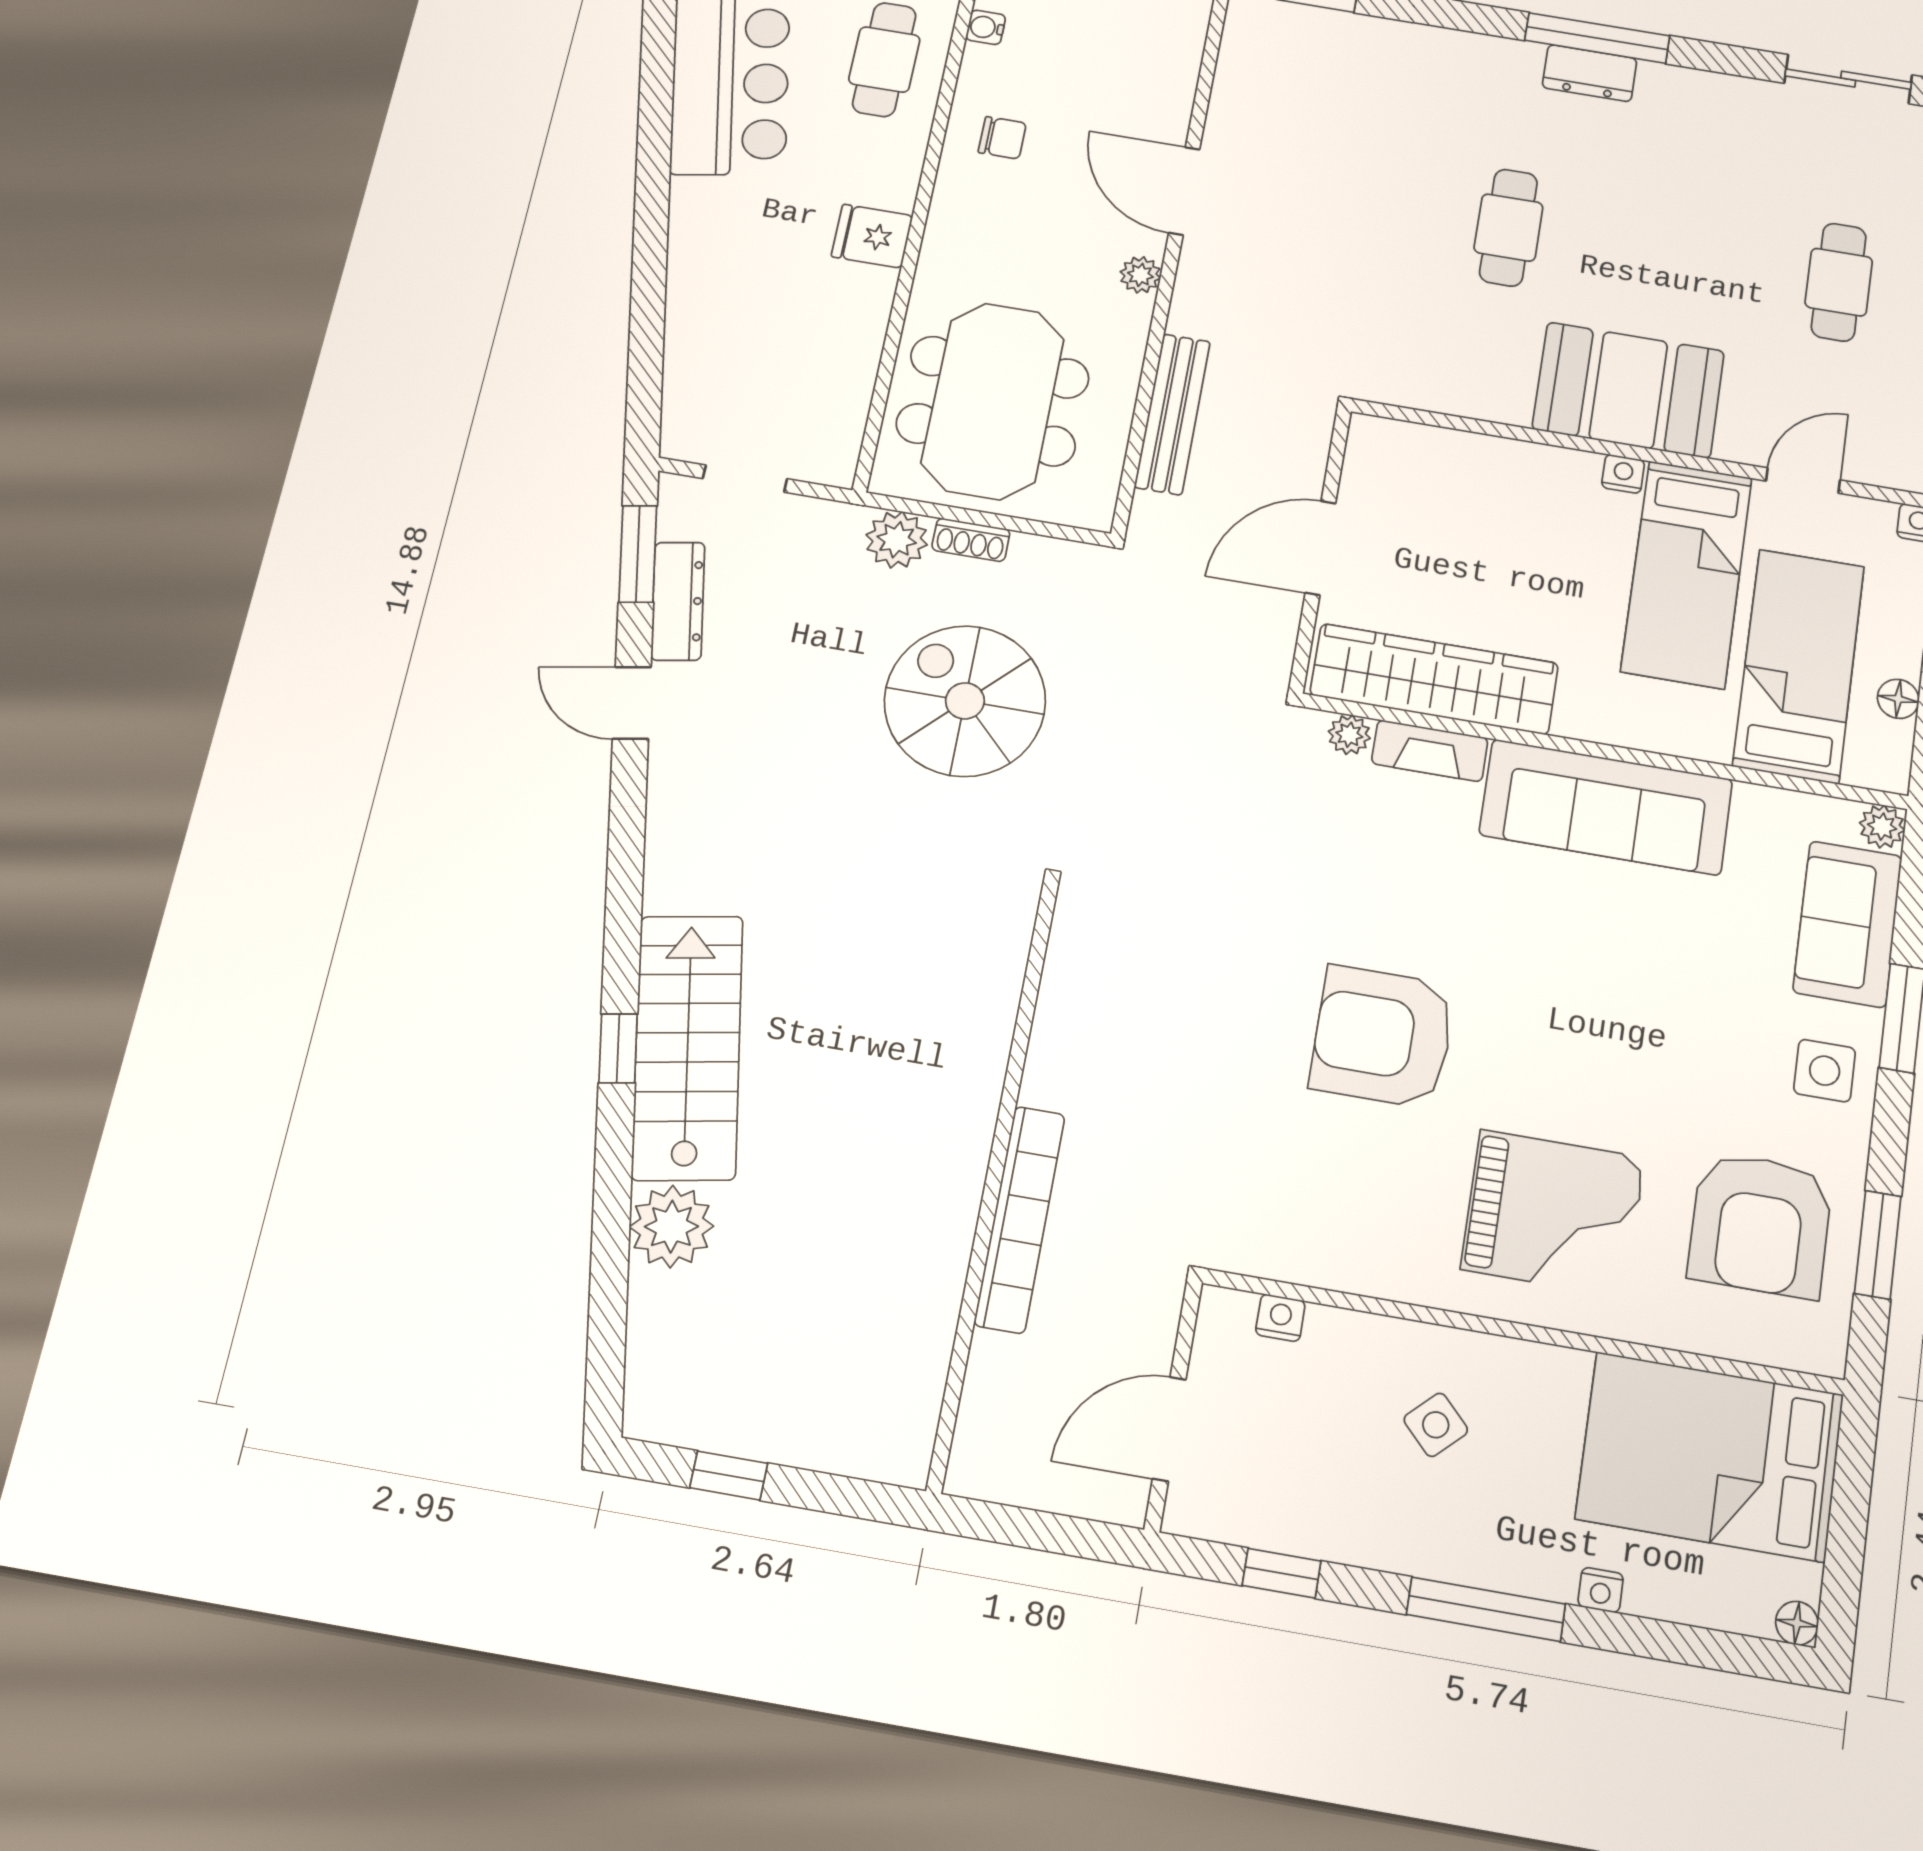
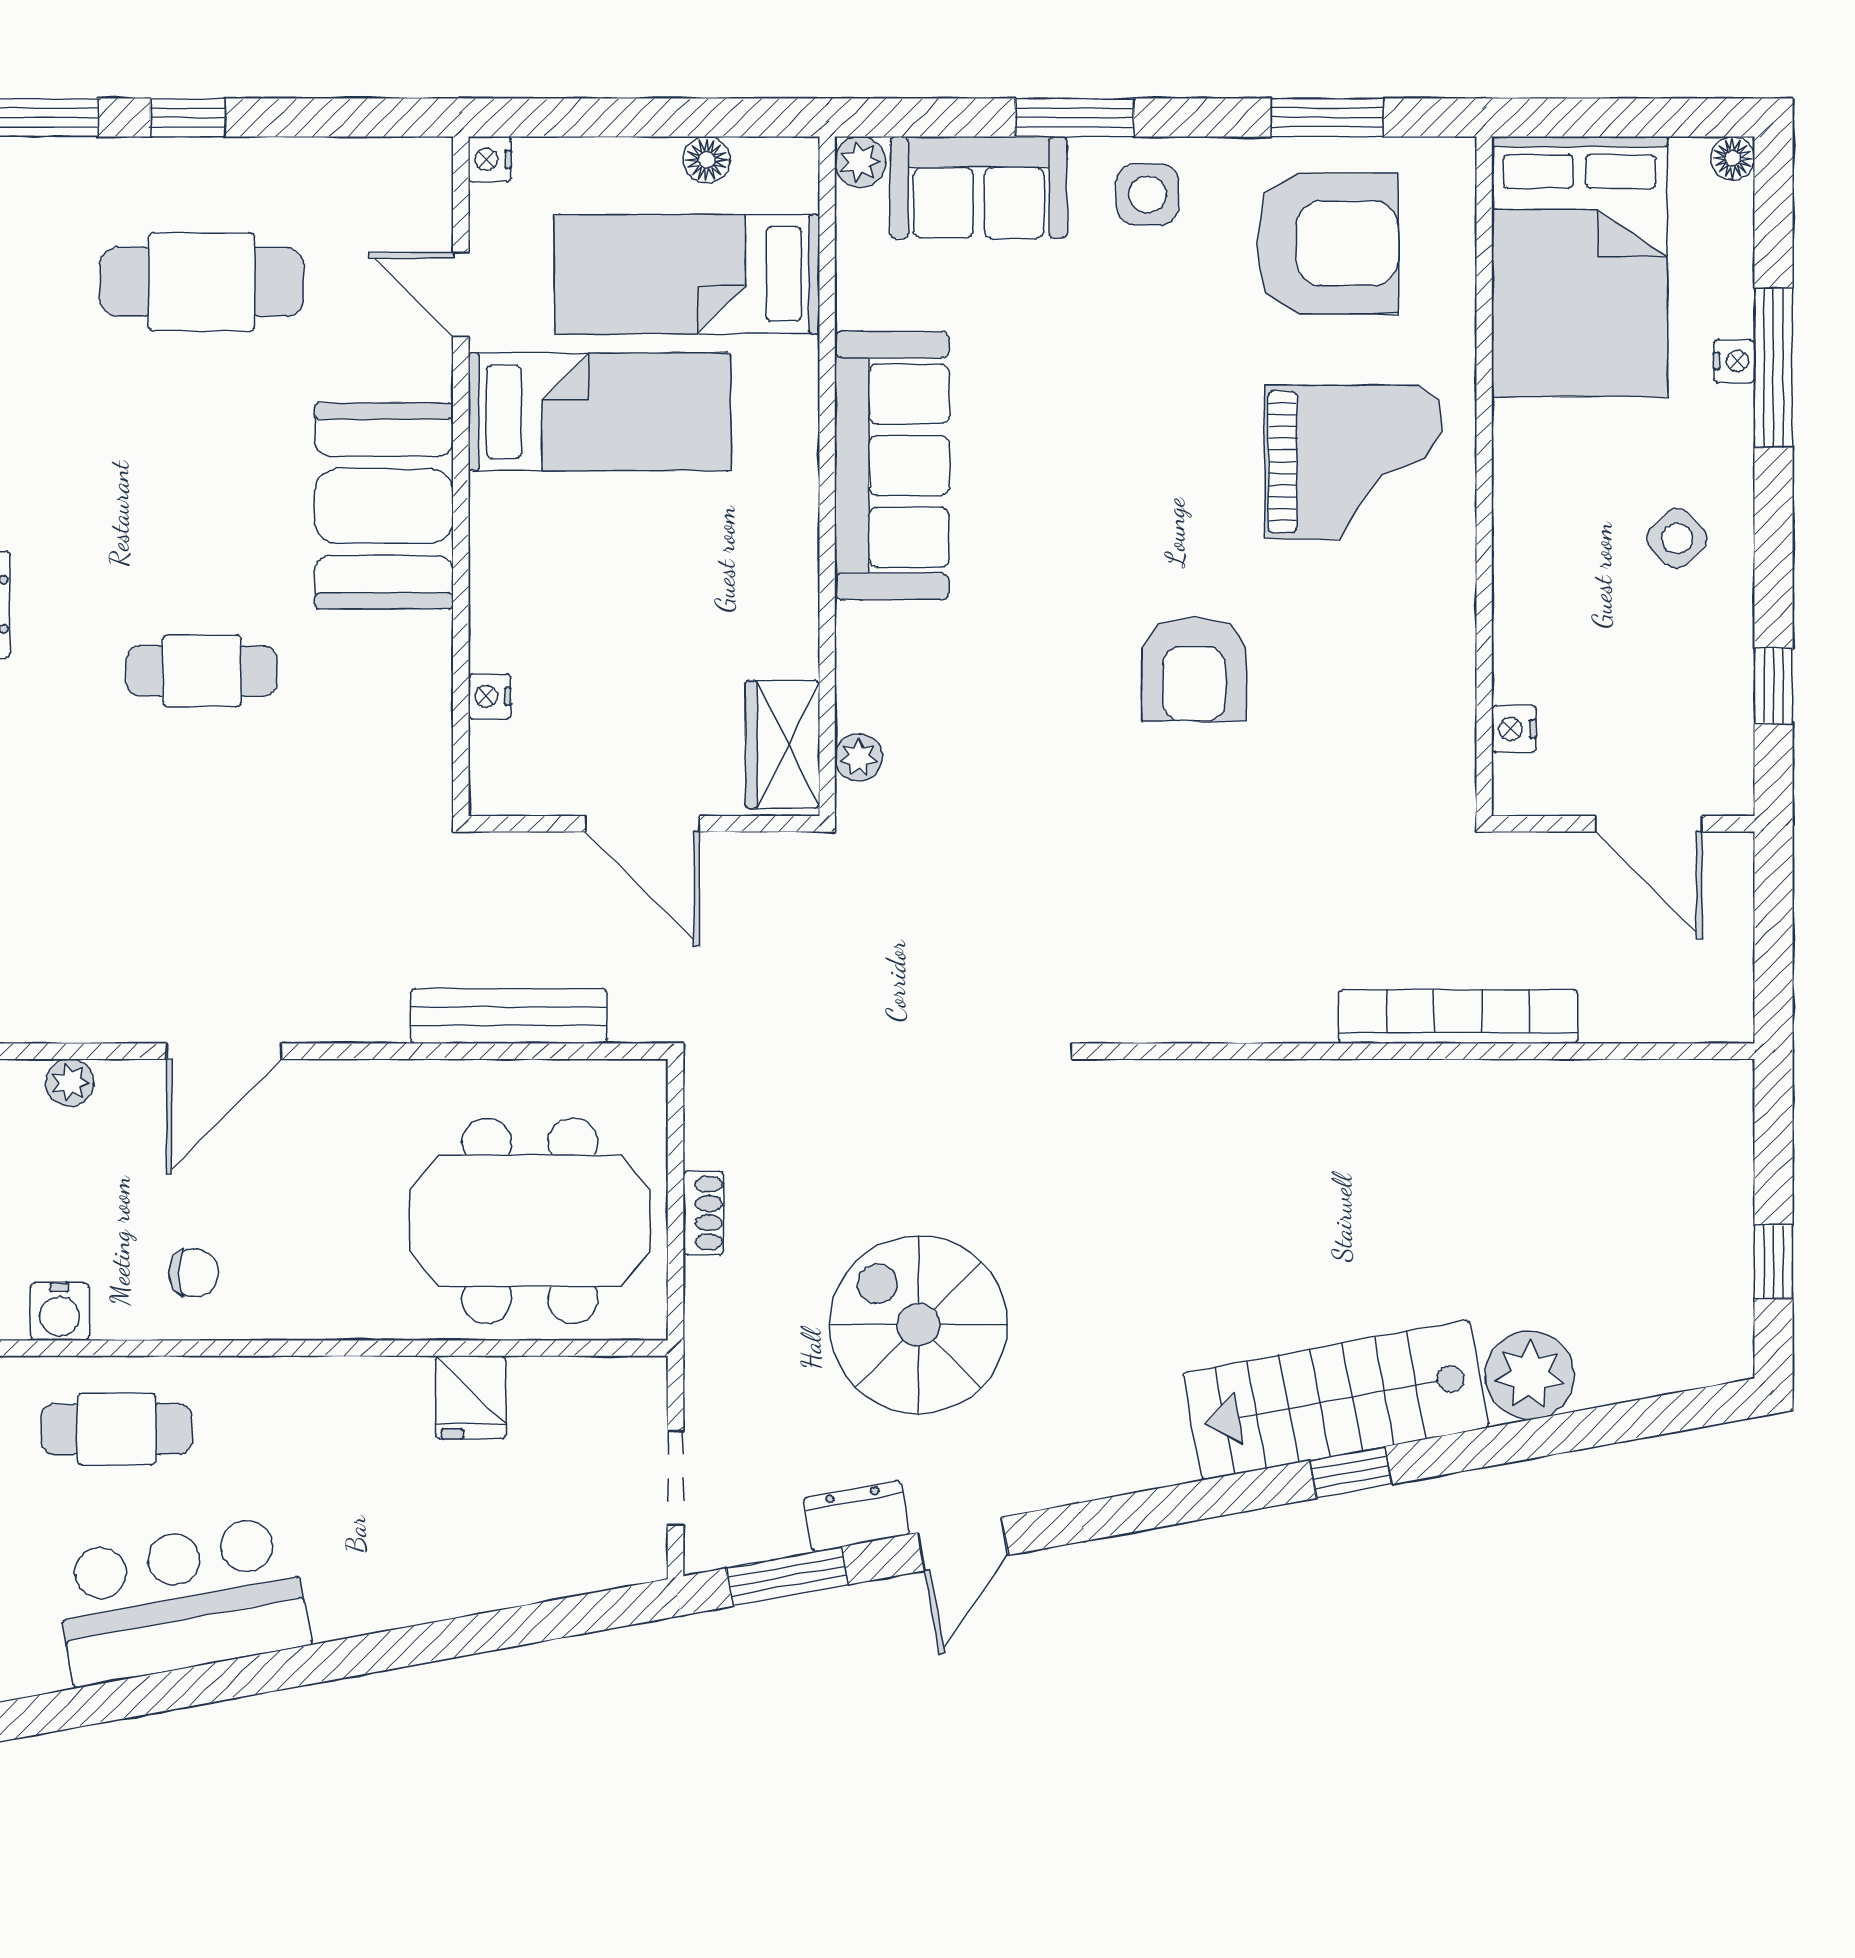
water cooler: (986, 27) -> (60, 1312), width x1.38, depth x1.38
chair: (1002, 138) -> (194, 1273), turned 90
fridge: (872, 236) -> (471, 1397), moved
plant: (1140, 275) -> (70, 1083), moved
cafe table: (1839, 282) -> (202, 282), width x1.37, depth x1.35
nightstand: (1623, 474) -> (490, 696), moved
plant: (897, 540) -> (718, 1295), removed
dresser: (678, 601) -> (856, 1516), width x0.70
wardrobe: (1434, 679) -> (783, 745), width x0.48, depth x0.85
spiral stairs: (965, 701) -> (918, 1325), moved, turned 90
fireplace: (1430, 751) -> (861, 667), removed
armchair: (1383, 1037) -> (1194, 669), width x0.73, depth x0.73
grand piano: (1553, 1213) -> (1353, 462), turned 90
side table: (1436, 1425) -> (1677, 538), moved
window: (1486, 1609) -> (1773, 368), moved

